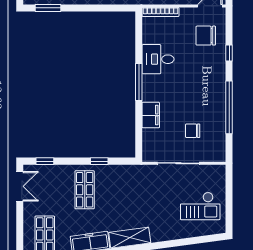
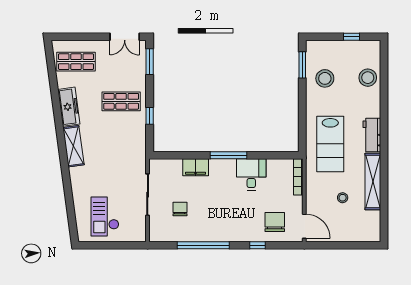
window: (45, 161) -> (150, 62), width x1.50

